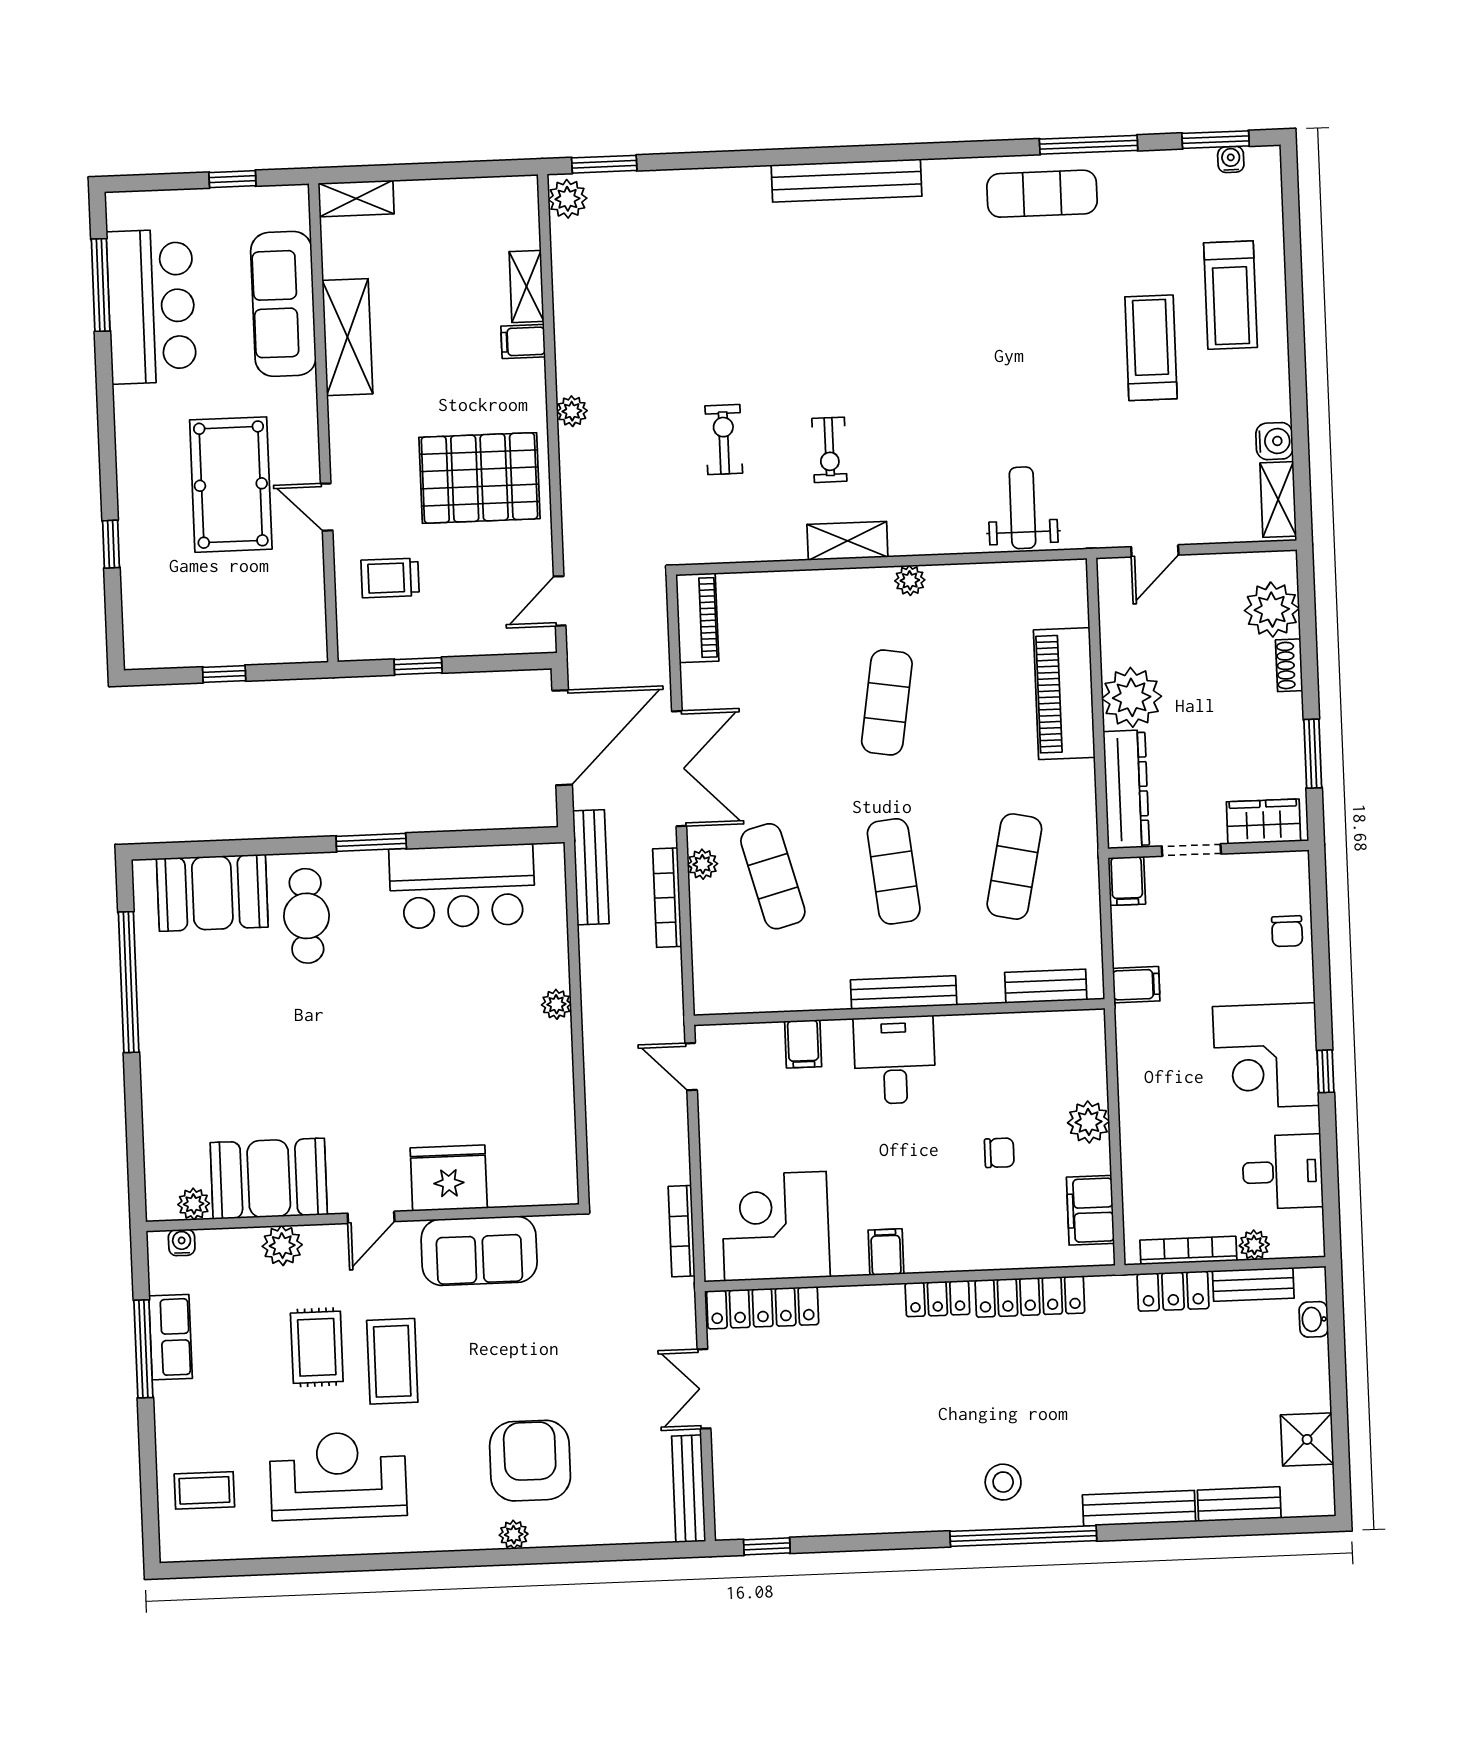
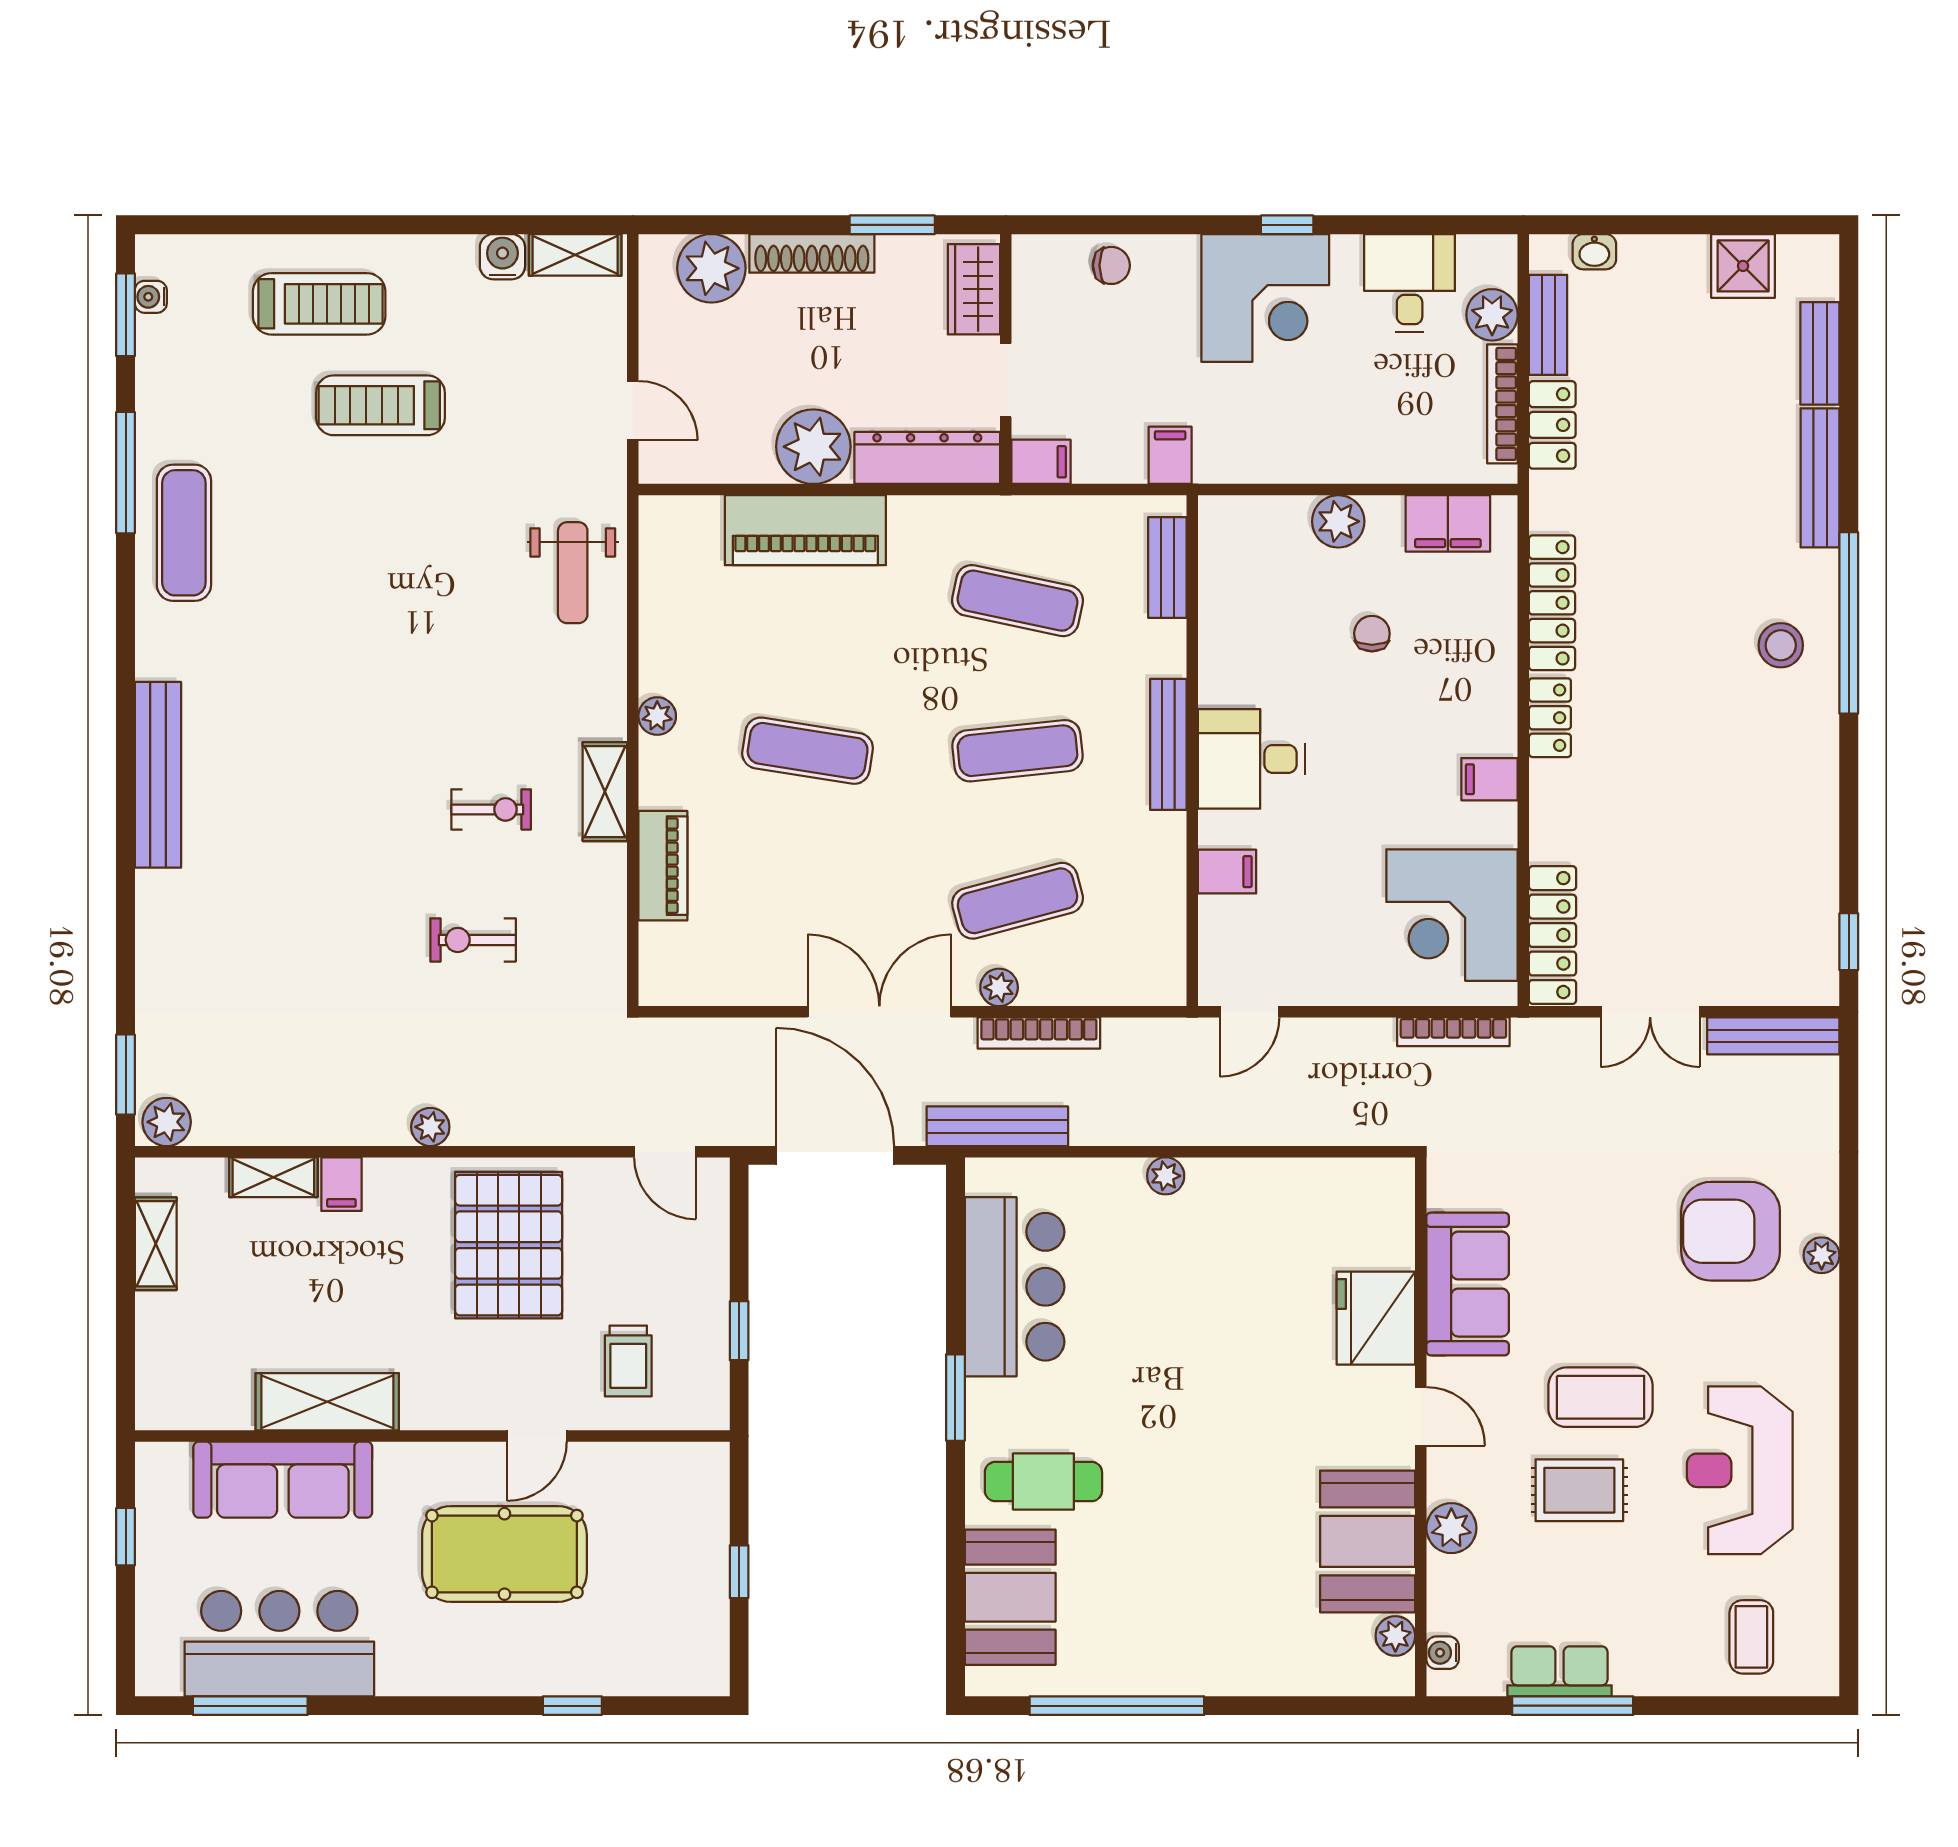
shelving: (356, 198) -> (156, 1244), moved
weight bench: (1022, 508) -> (573, 573), turned -90
piano: (697, 618) -> (663, 866), moved, turned 90
shoe rack: (1289, 665) -> (812, 253), width x1.94, depth x1.24
plant: (1254, 1245) -> (1492, 315), width x1.38, depth x1.38

